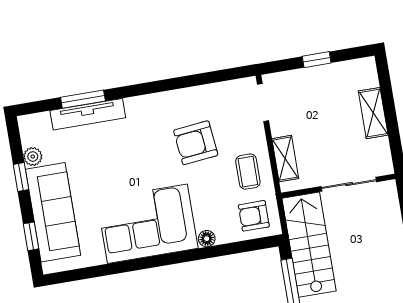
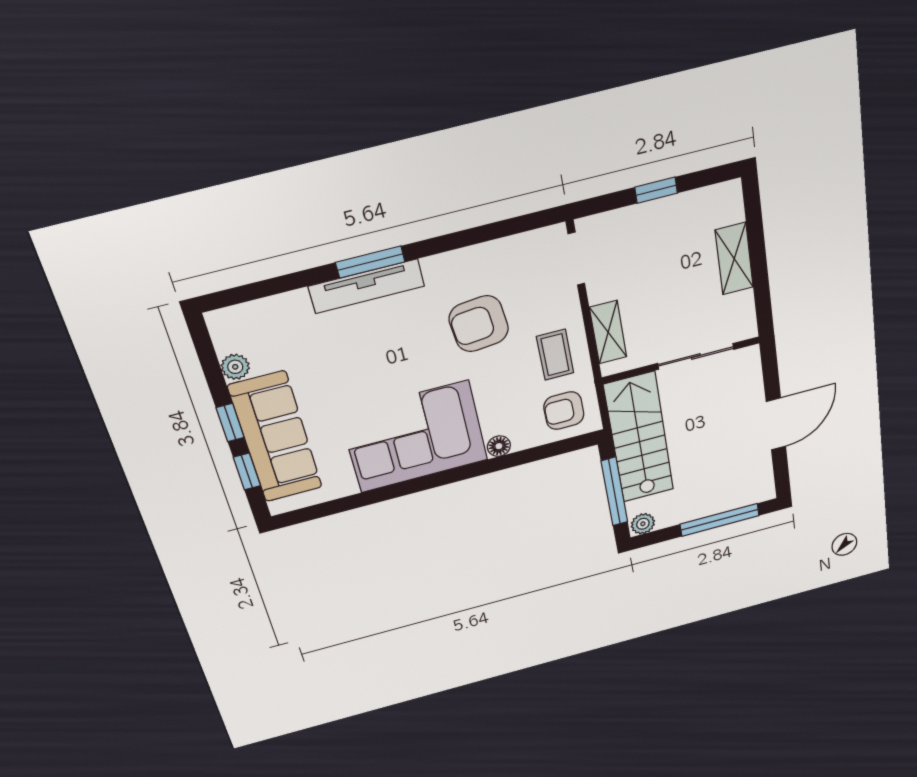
window: (83, 99) -> (370, 262), moved
tv unit: (88, 114) -> (367, 286), moved
window: (21, 177) -> (230, 423), moved

